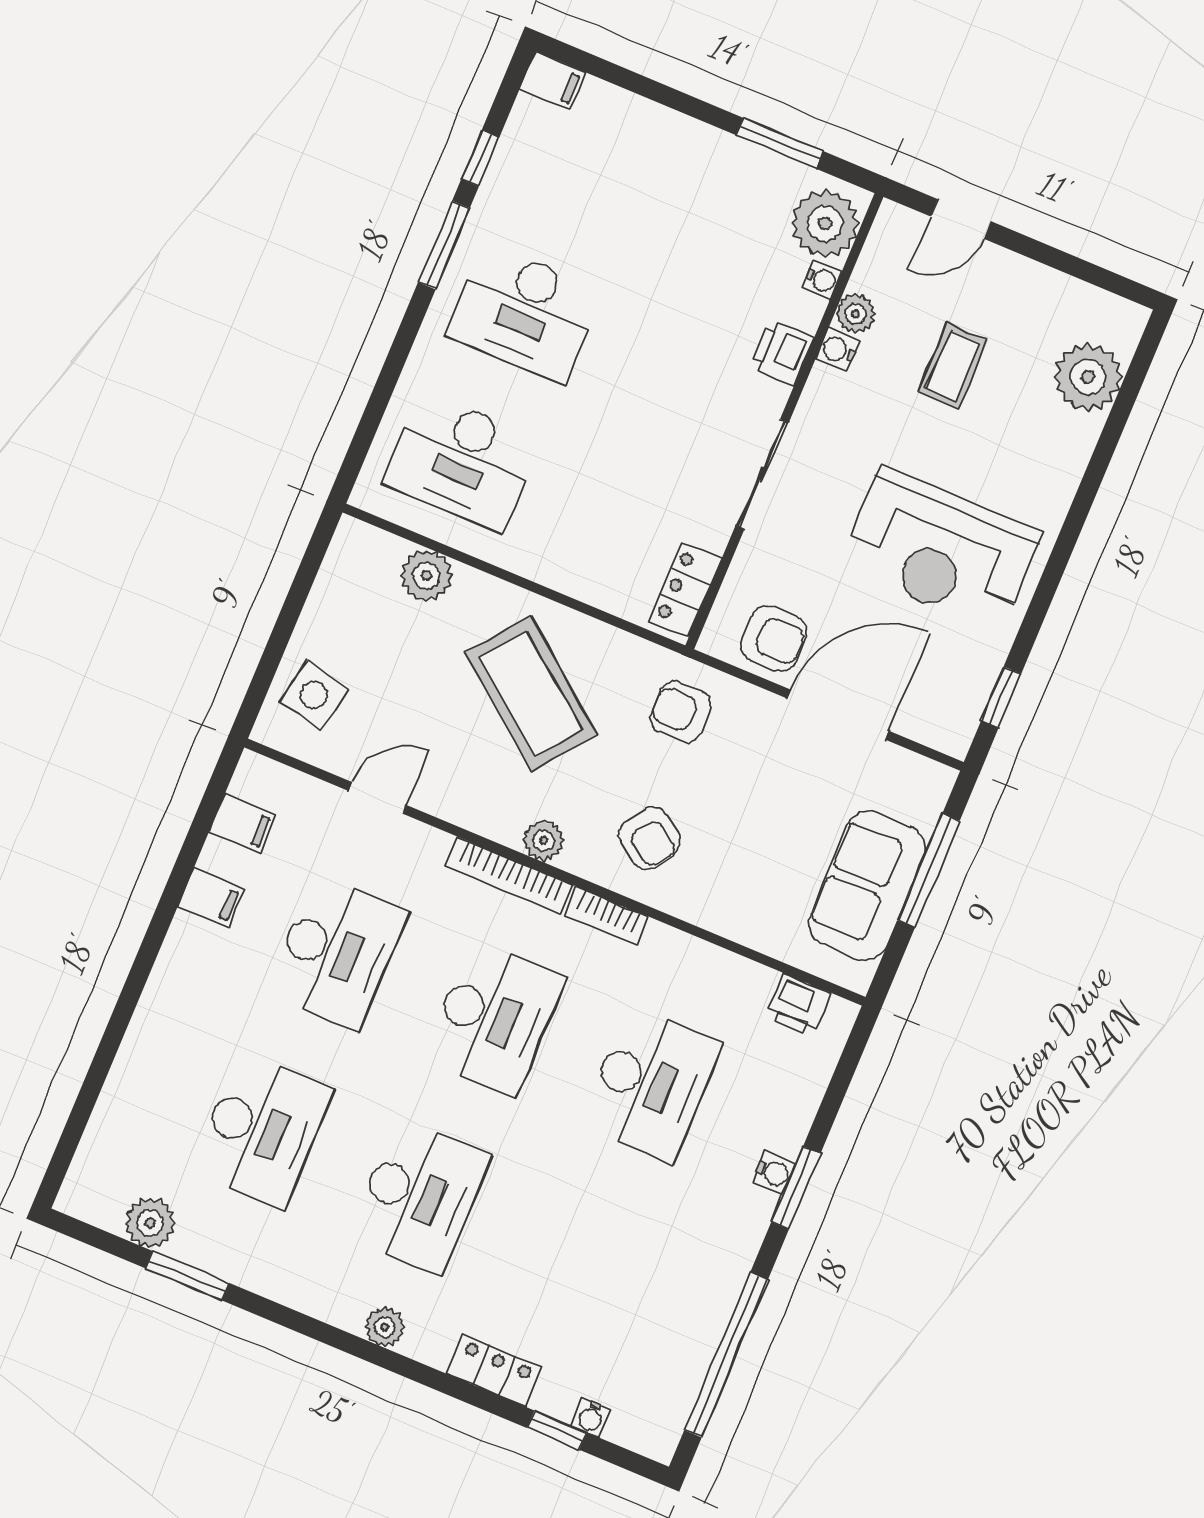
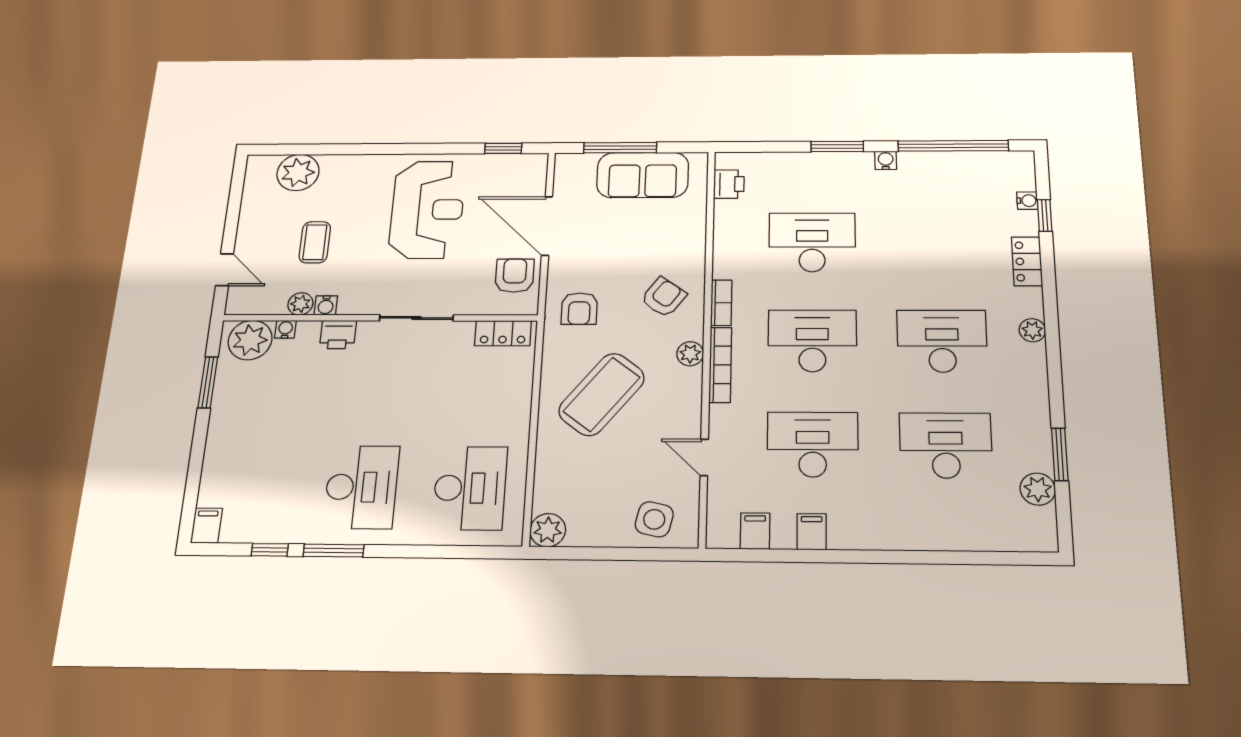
coffee table: (953, 366) -> (315, 242), turned 90
plant: (426, 576) -> (548, 530), moved
water cooler: (774, 1173) -> (886, 160), moved

